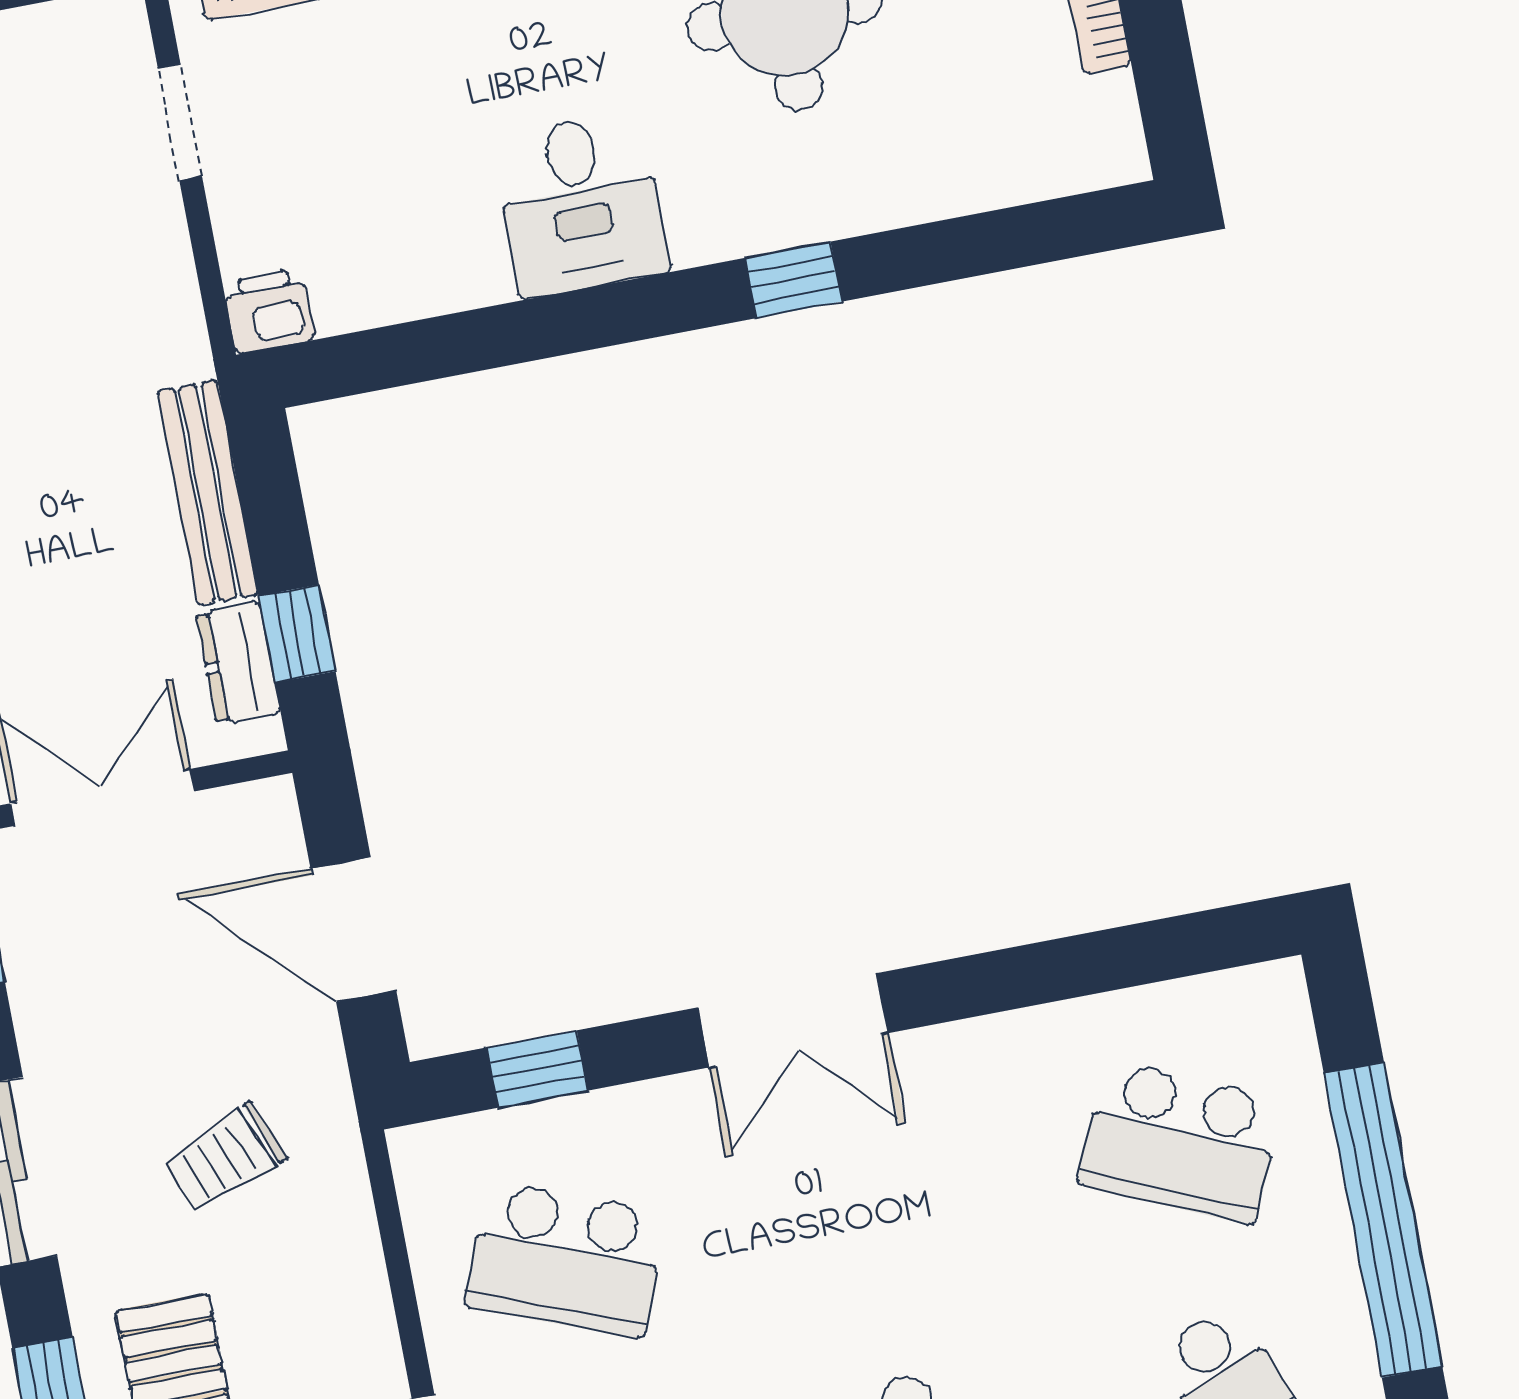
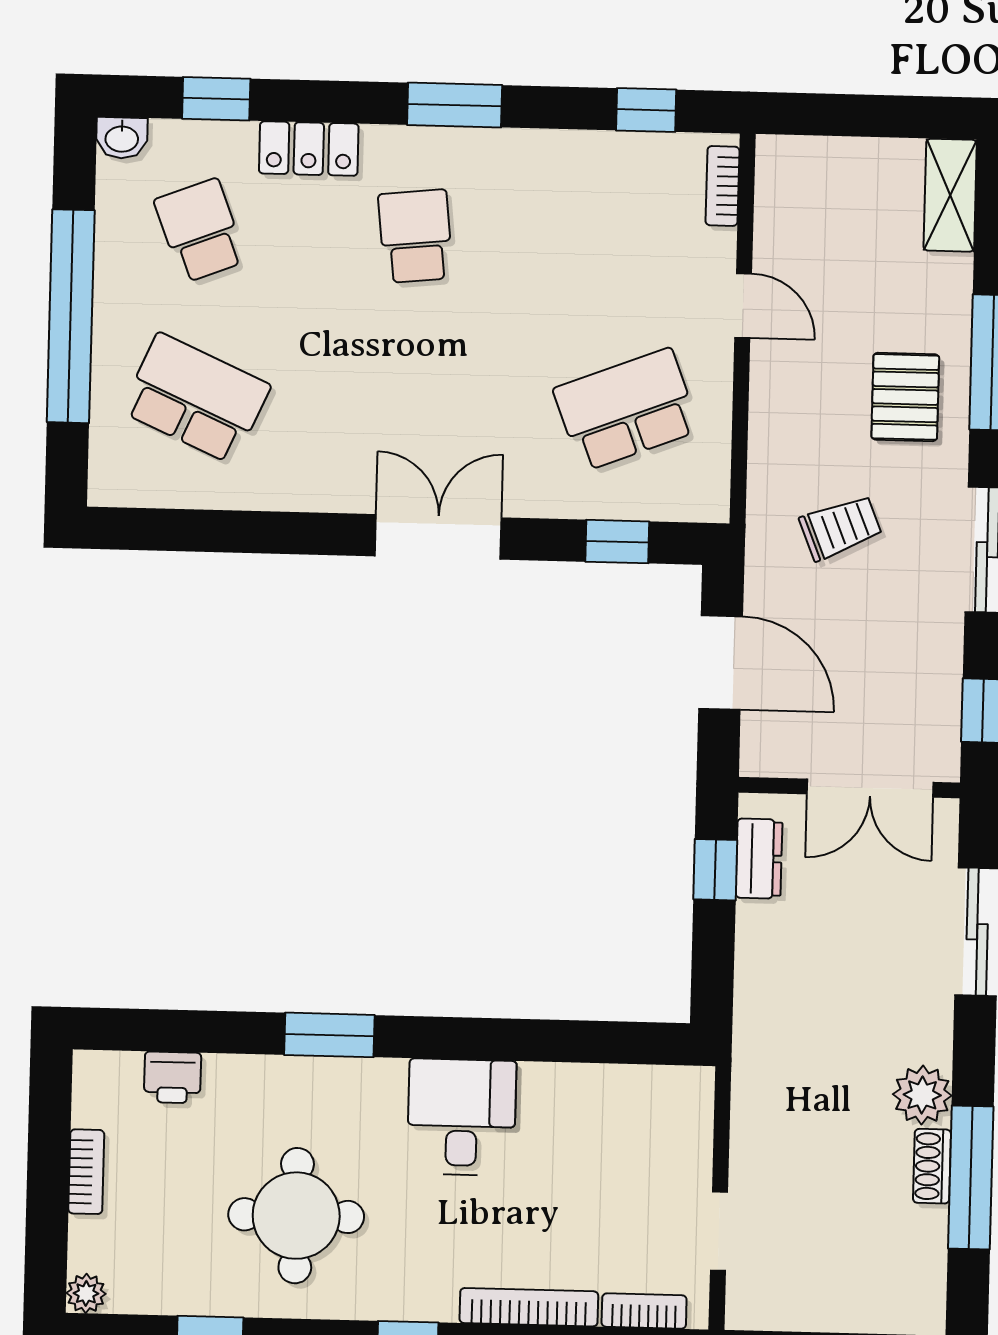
window: (793, 280) -> (329, 1035), width x1.50
printer: (269, 311) -> (172, 1077), moved
bench: (208, 492) -> (755, 978), removed
school desk: (565, 1259) -> (626, 410), turned -42

